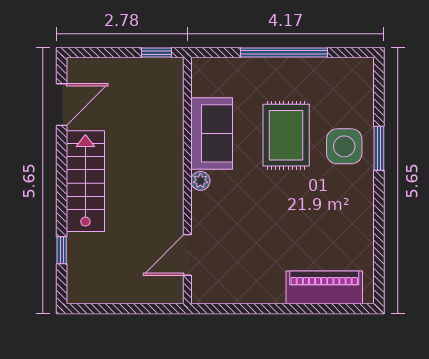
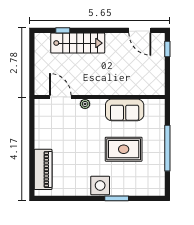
window: (157, 52) -> (167, 49), moved
side table: (344, 146) -> (100, 185), moved
stairs: (85, 181) -> (78, 43), moved
plant: (200, 181) -> (85, 104), moved

